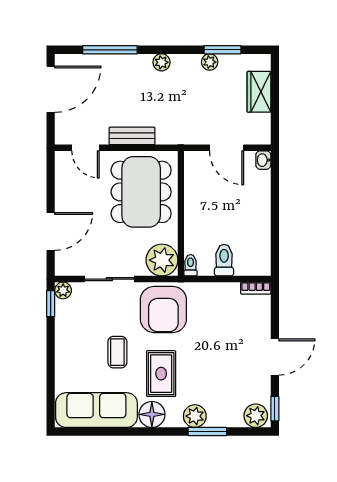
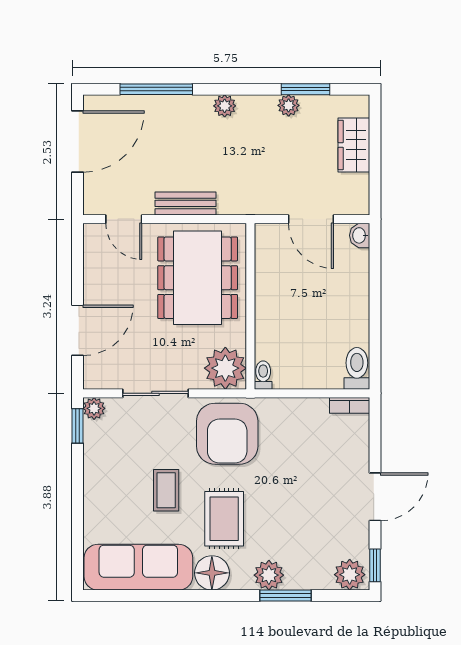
toilet: (224, 260) -> (357, 368), moved

